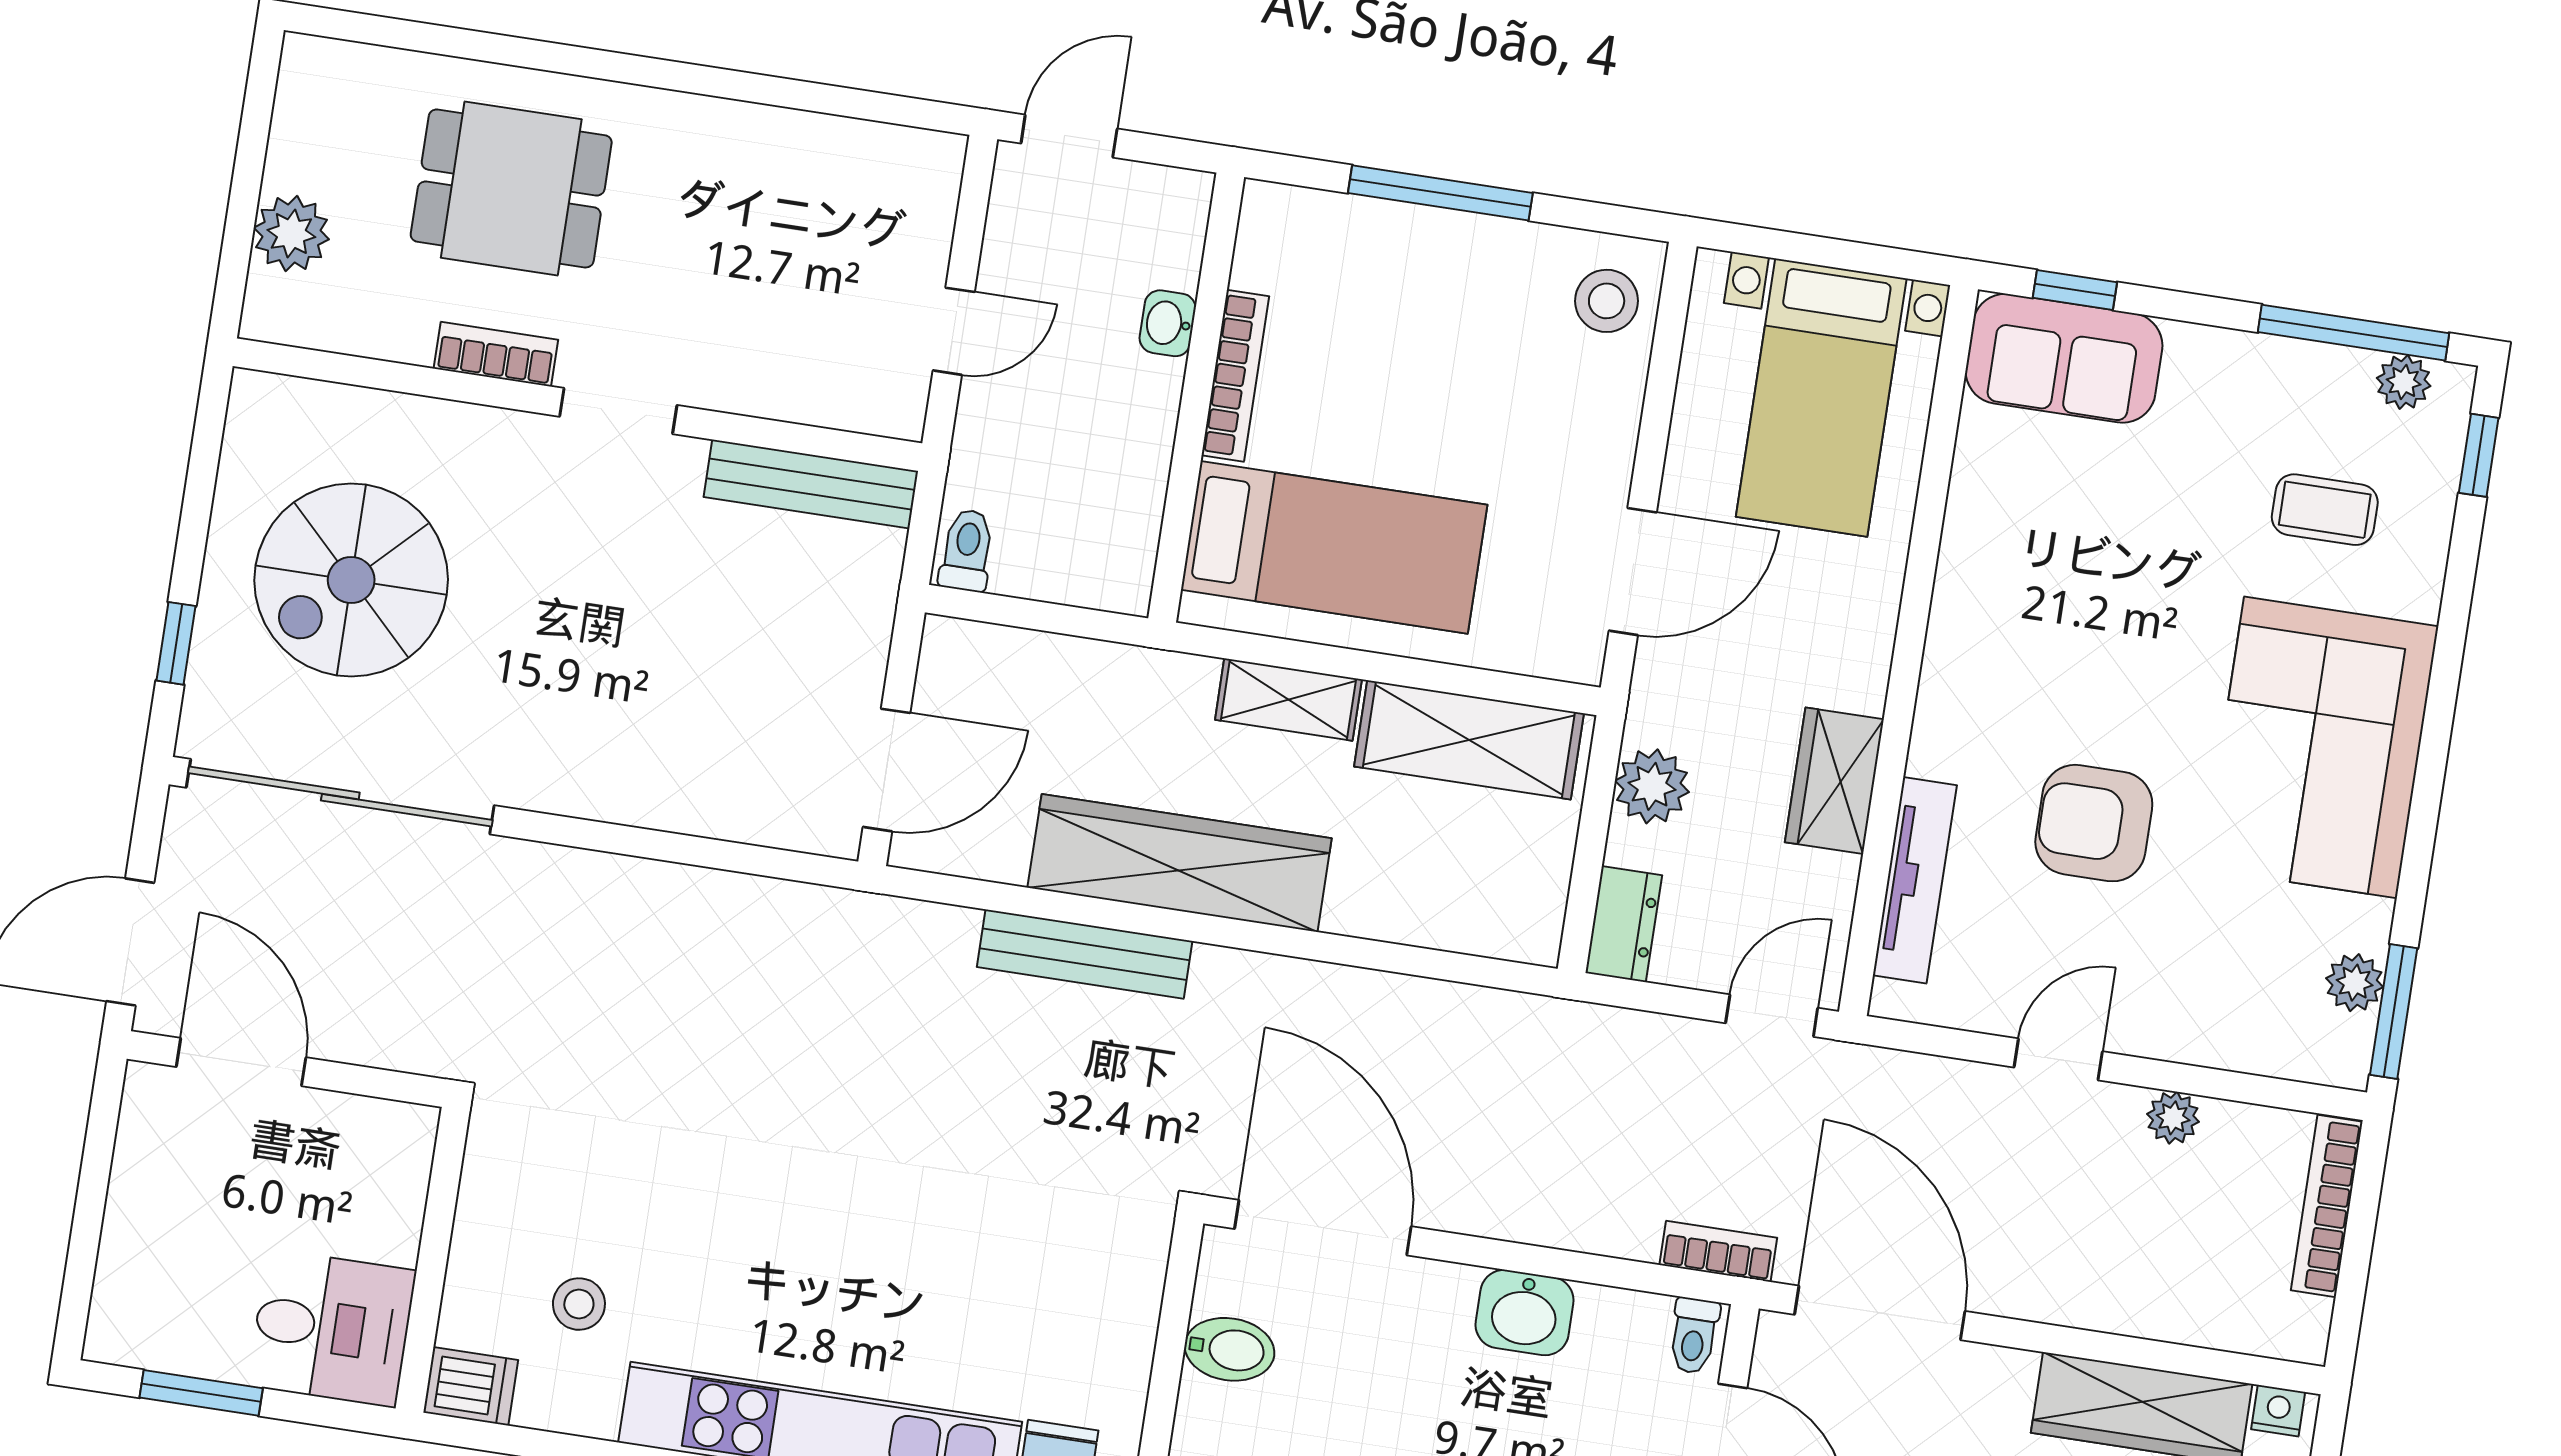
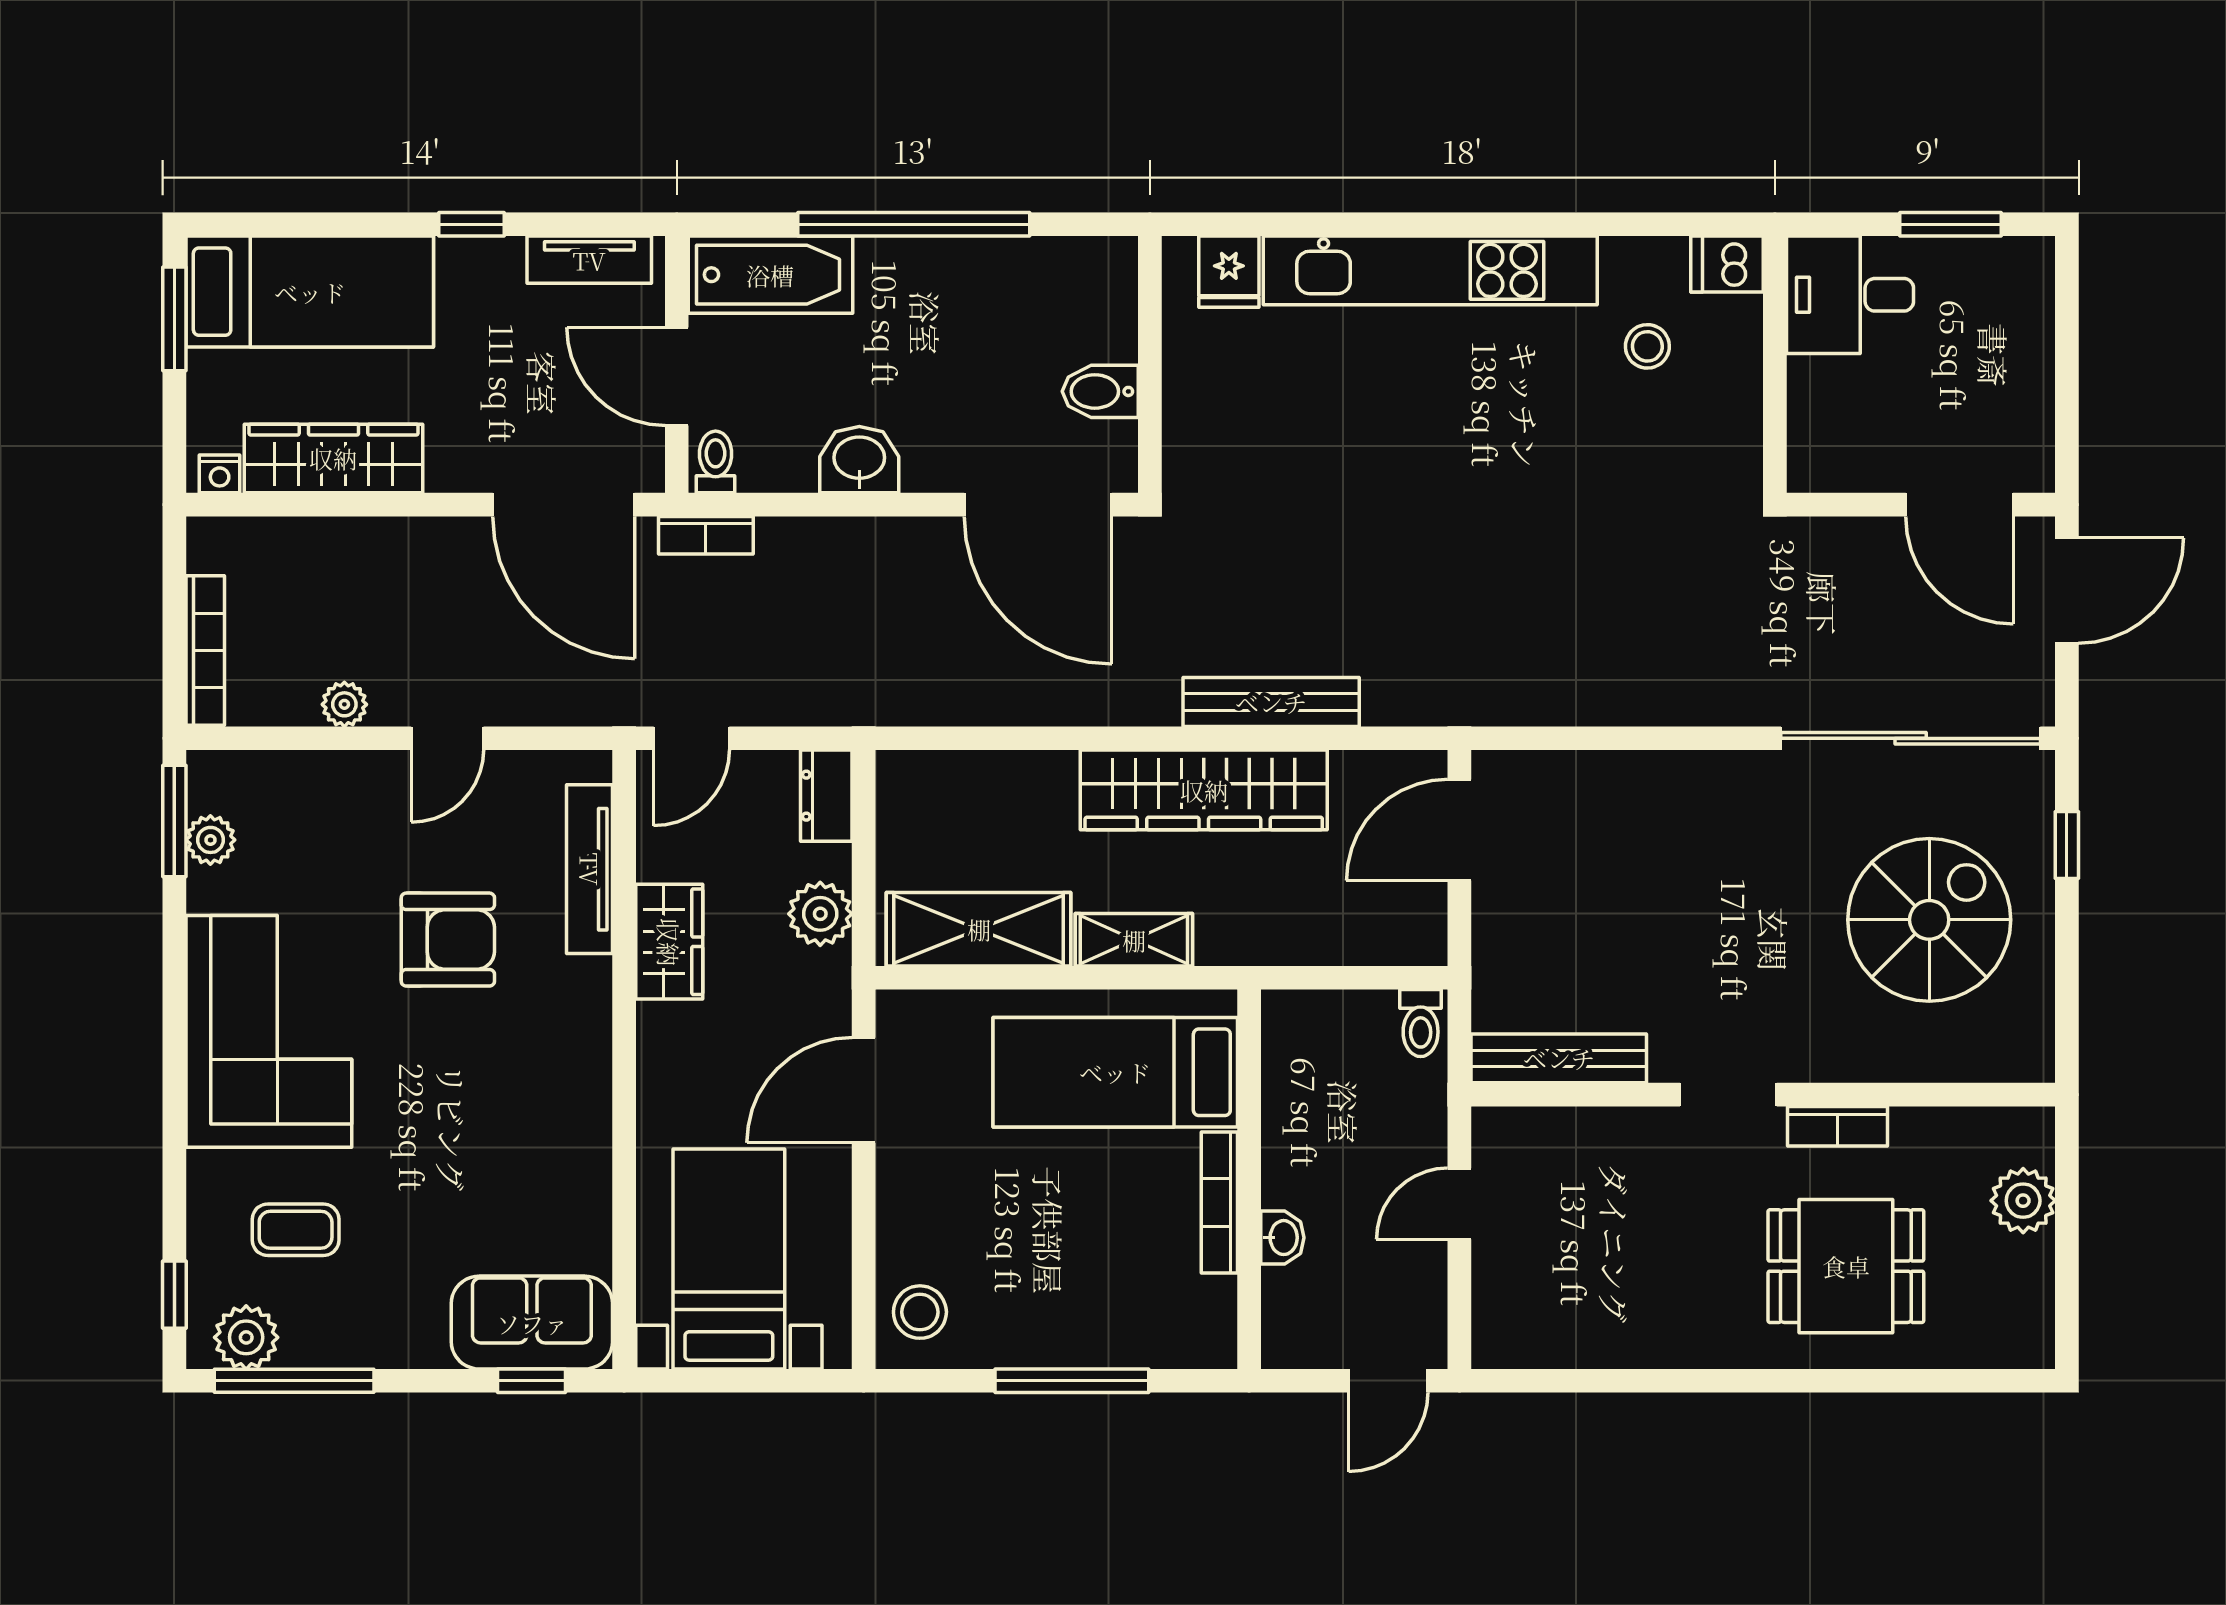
plant: (2404, 382) -> (246, 1337), width x1.38, depth x1.38

